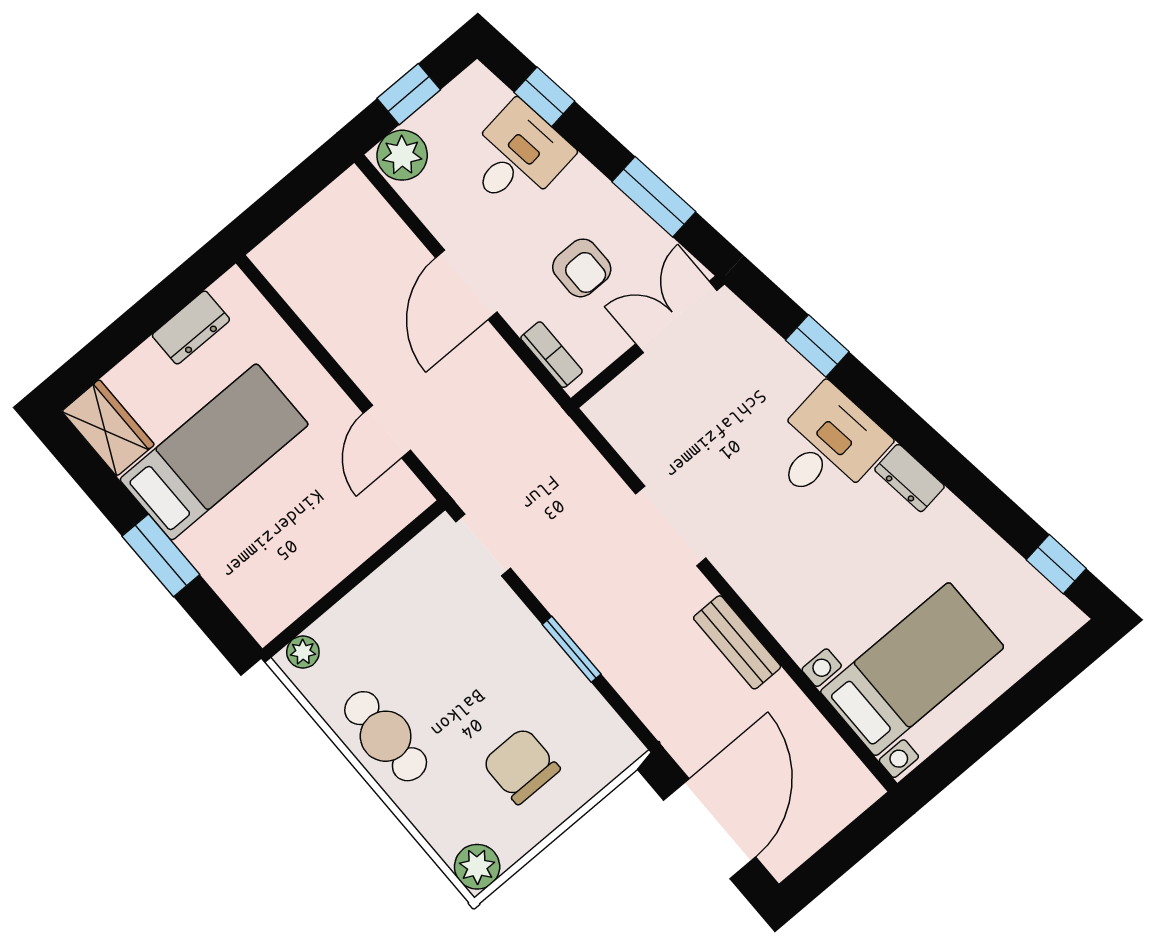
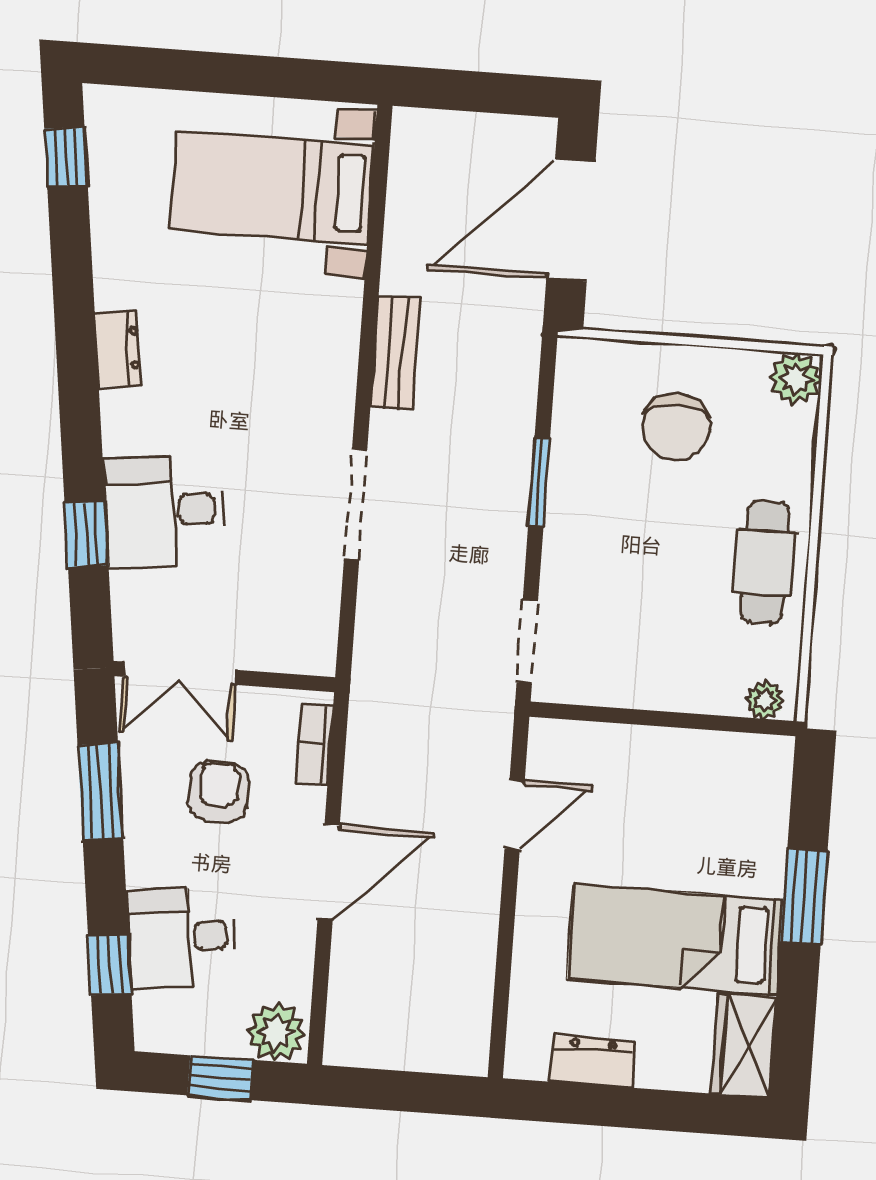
desk: (827, 446) -> (164, 511), moved

